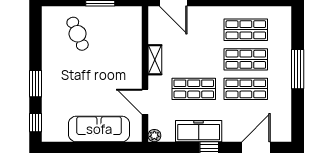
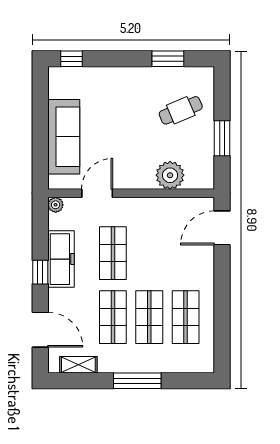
plant: (130, 42) -> (170, 175), added
shelving: (155, 60) -> (78, 365), moved
window: (36, 84) -> (168, 59), moved

